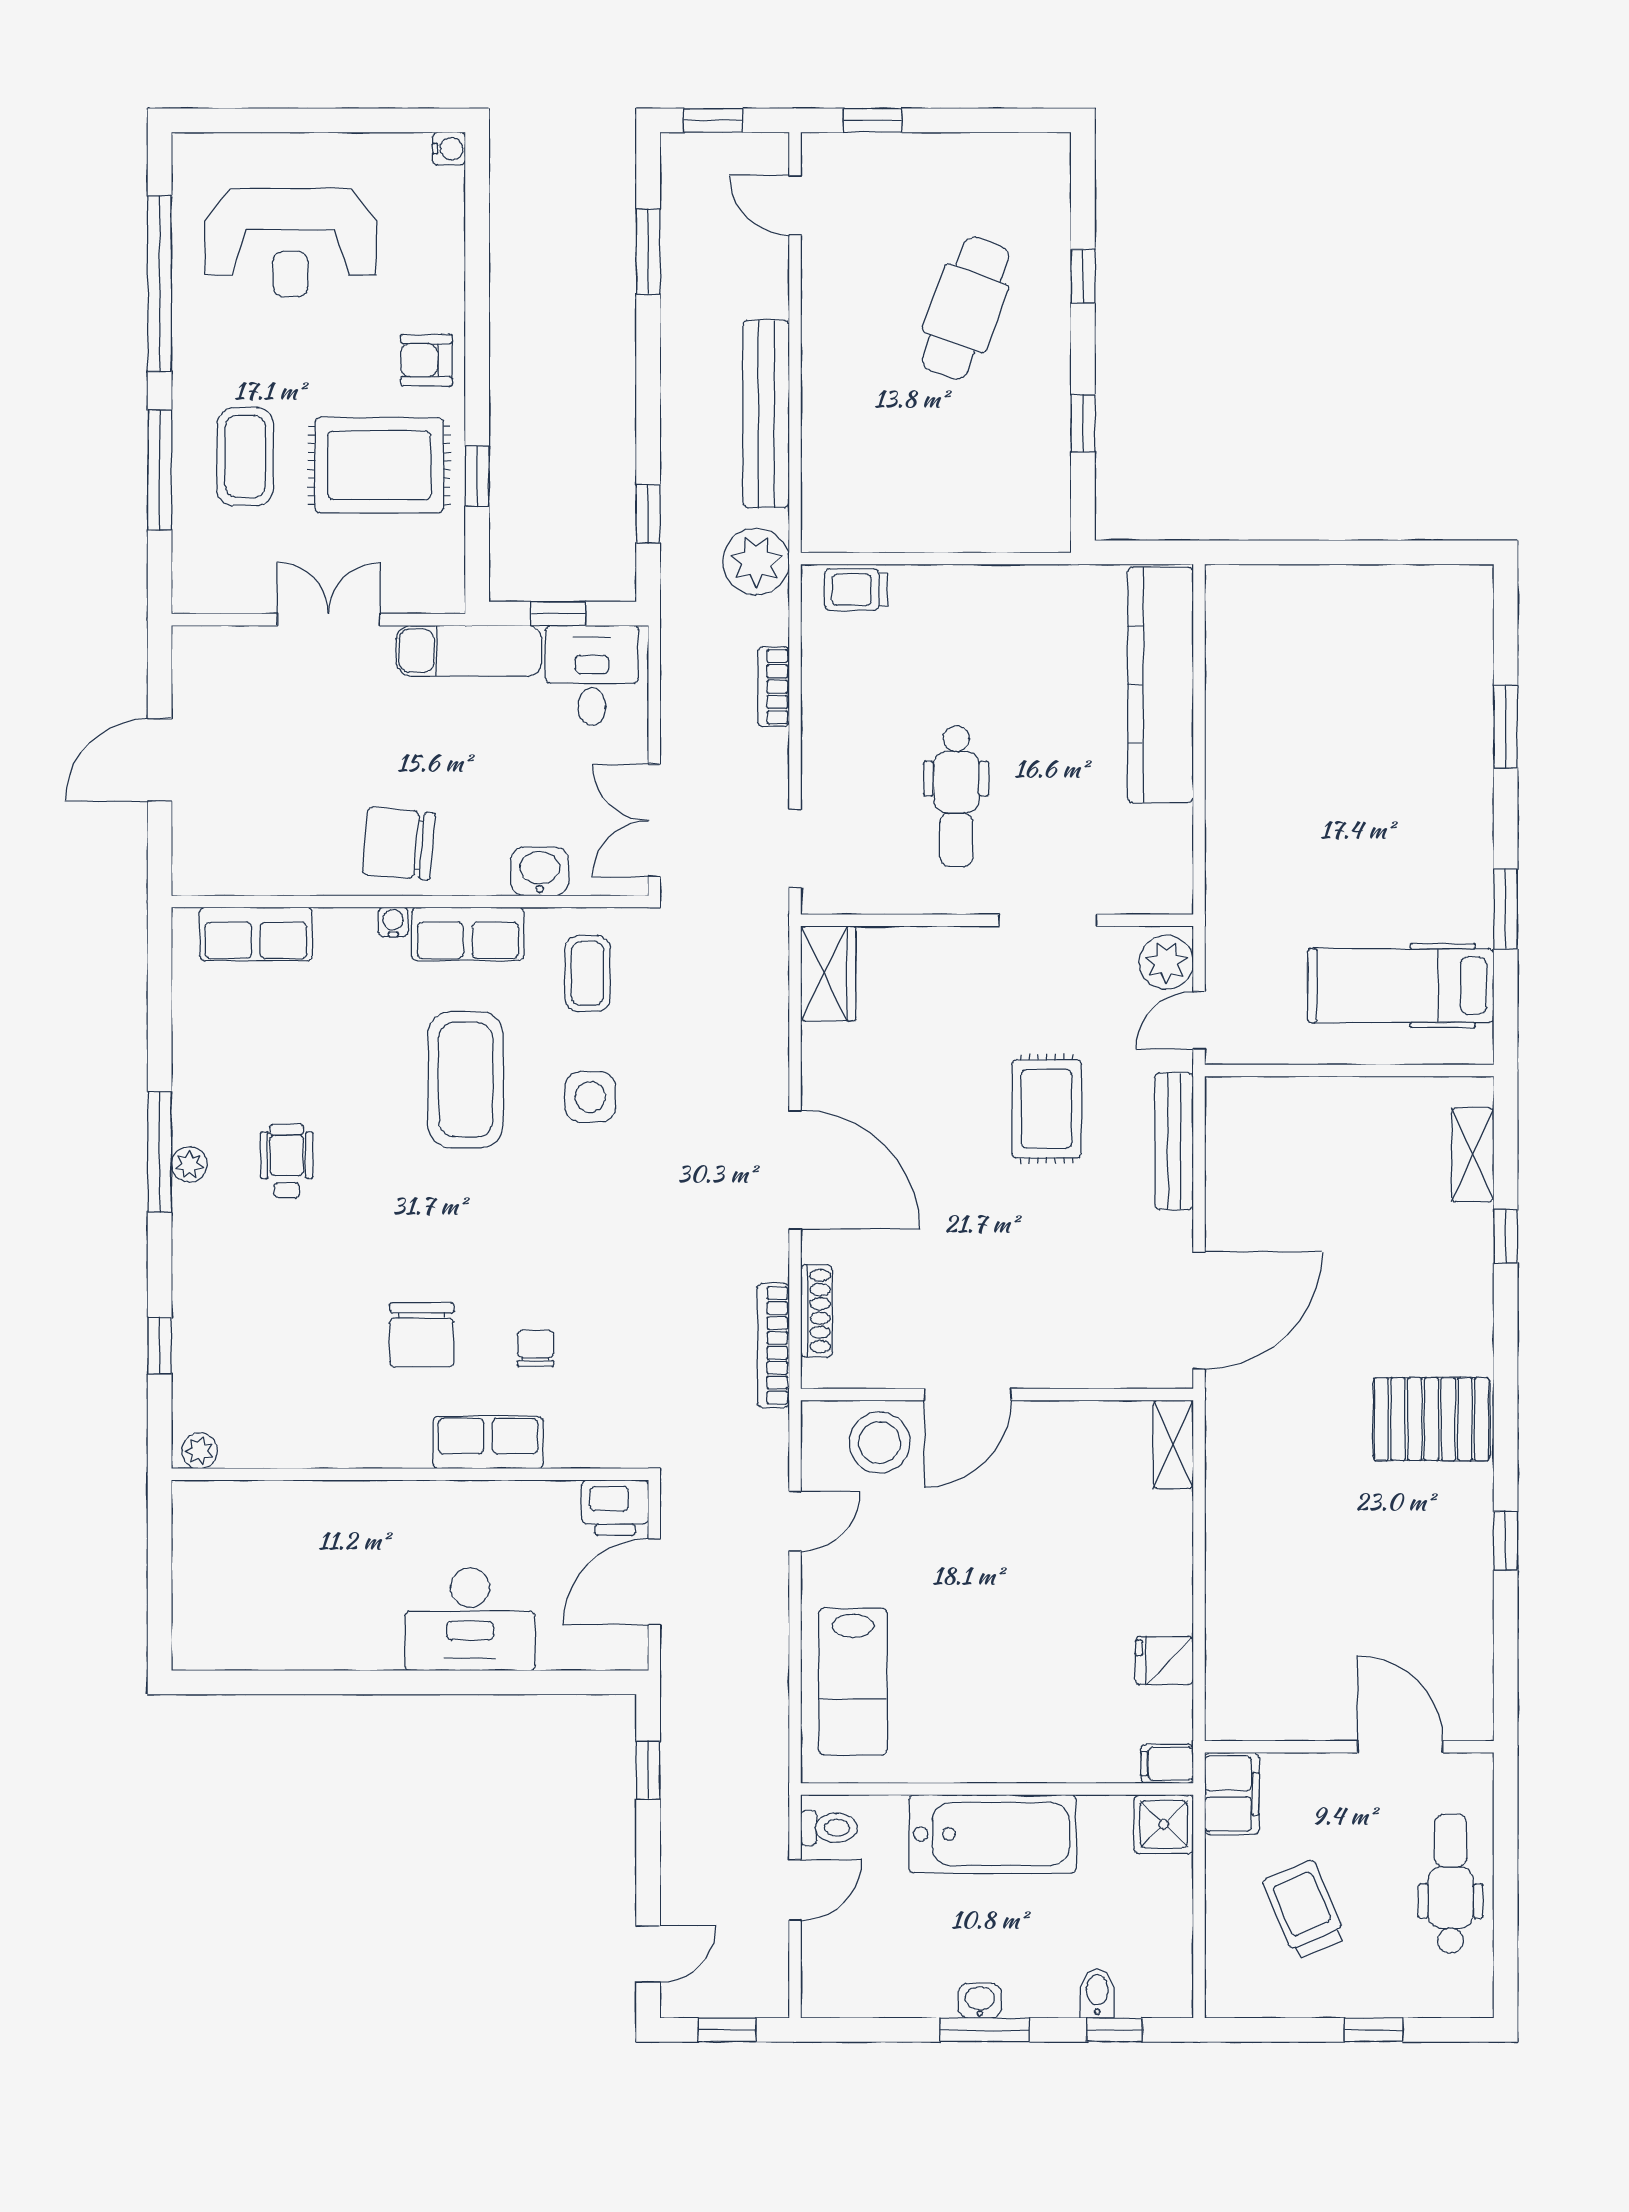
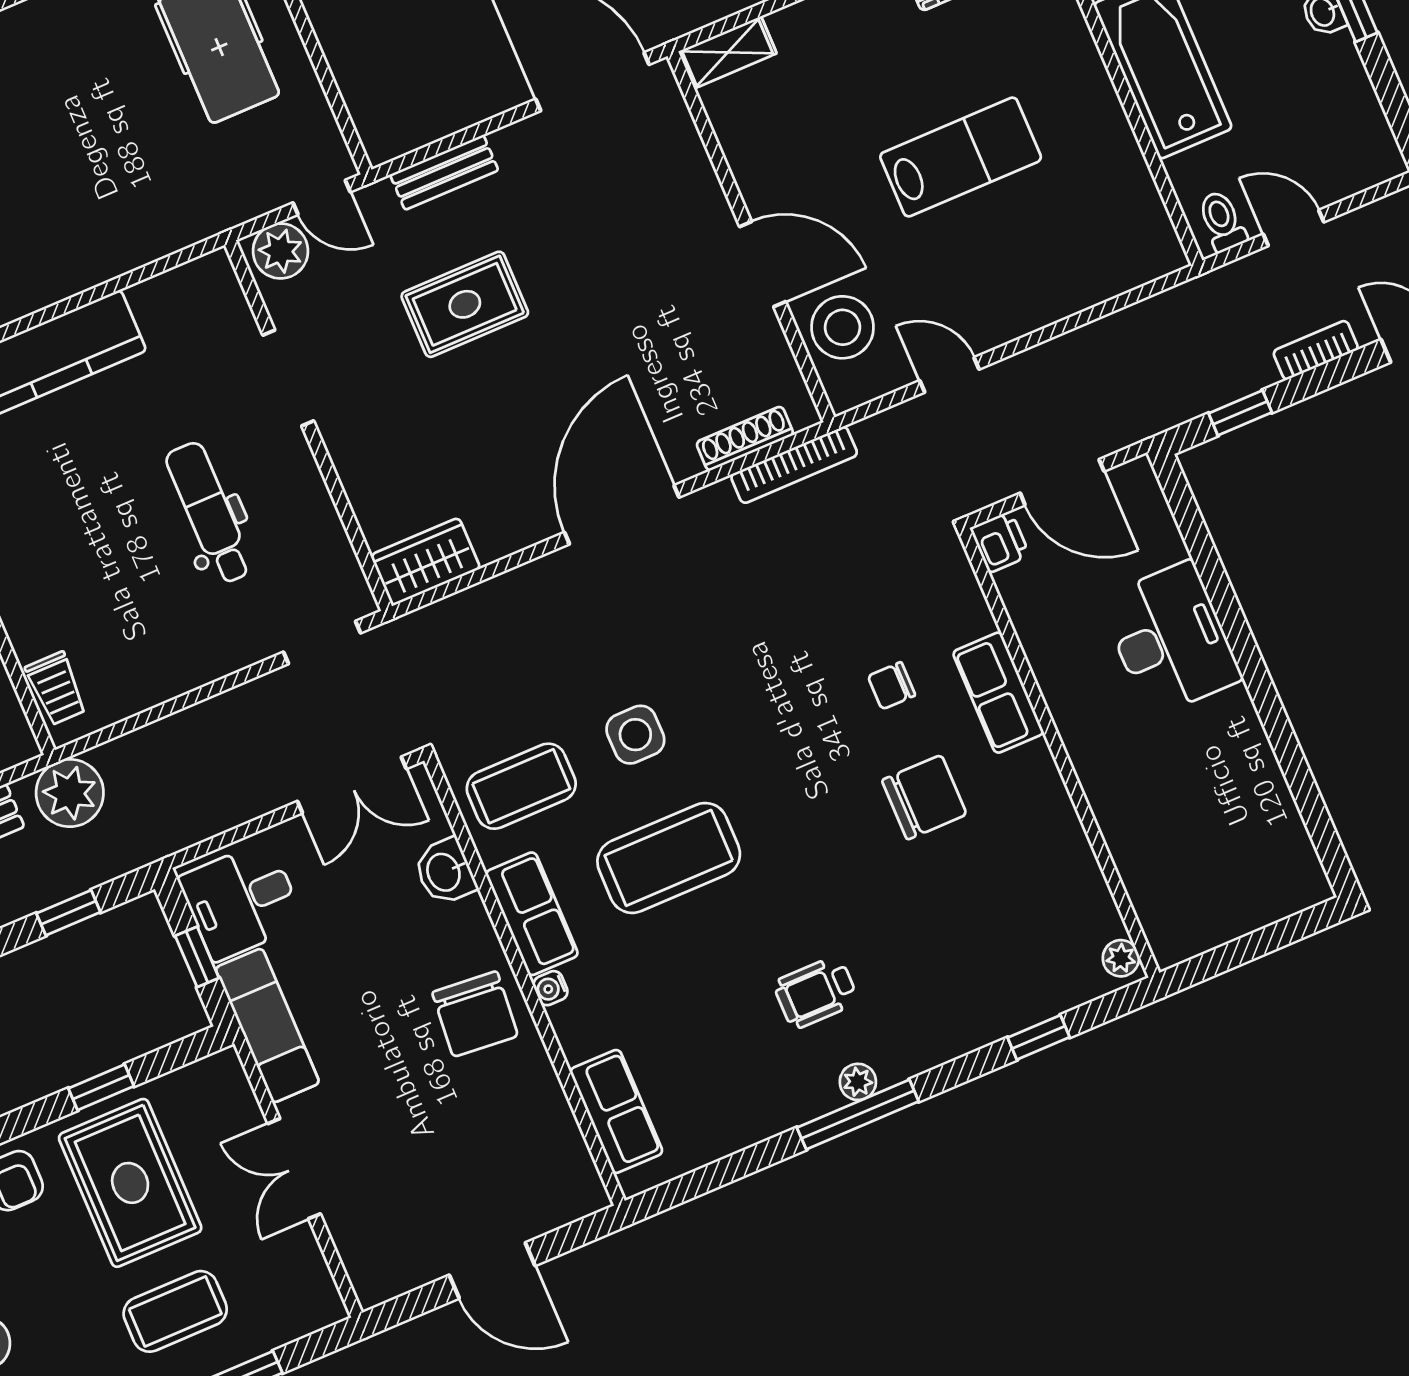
bookcase: (773, 687) -> (1316, 350), moved, turned 180
dental chair: (956, 796) -> (209, 513), turned -90
coffee table: (588, 974) -> (521, 786), width x1.36, depth x1.30
bench: (1174, 1141) -> (444, 172), width x0.73
printer: (615, 1508) -> (1000, 542), width x0.73, depth x0.81
lab bench: (853, 1681) -> (961, 157), moved

